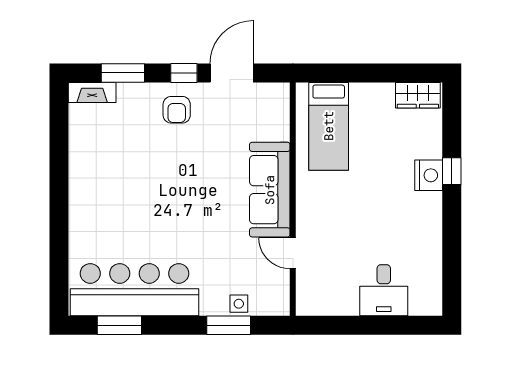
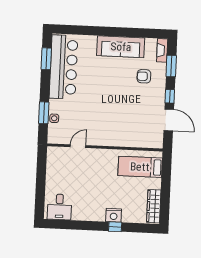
wardrobe: (418, 95) -> (154, 206), width x1.50
armchair: (177, 110) -> (144, 76), moved
sofa: (270, 190) -> (121, 47), moved, turned 180
desk: (384, 290) -> (59, 207), moved, turned -90

